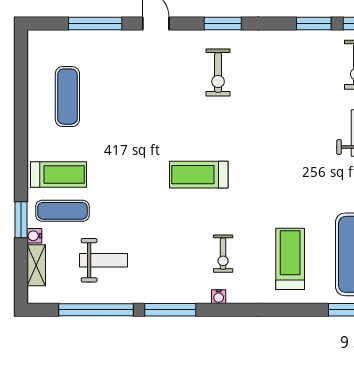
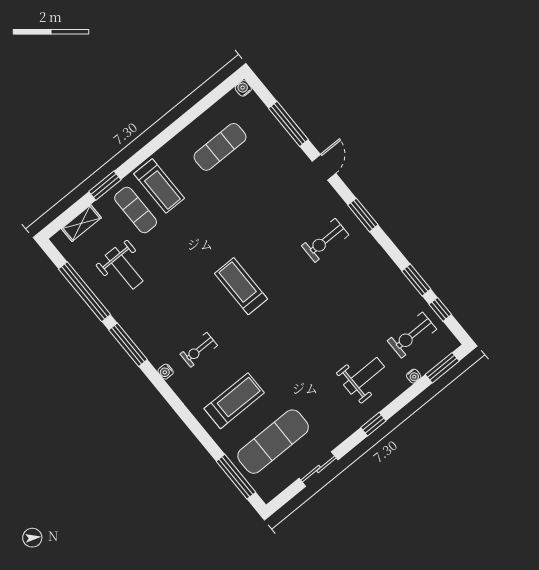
water cooler: (34, 236) -> (243, 88), moved

